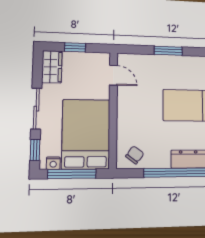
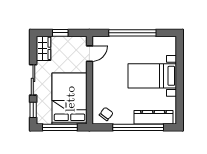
window: (168, 51) -> (132, 33), width x2.11
door: (113, 75) -> (89, 54), hinge flipped
nightstand: (53, 163) -> (46, 120), removed

